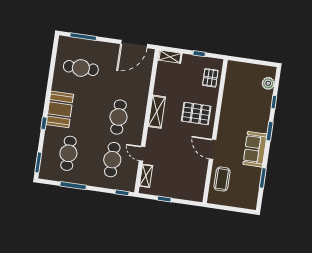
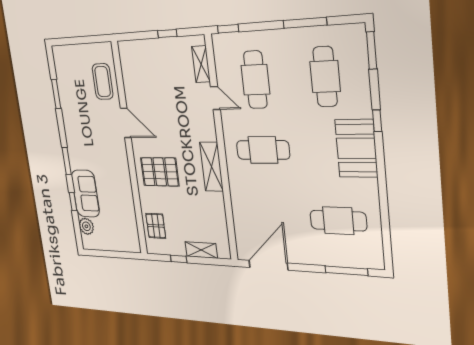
shelving: (170, 57) -> (201, 250), moved
cafe table: (119, 117) -> (263, 150), turned 90
sofa: (255, 149) -> (85, 194), moved

